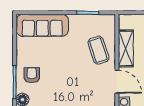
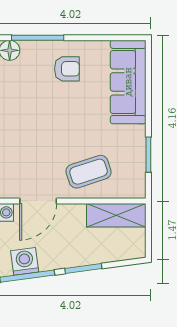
shelving: (126, 48) -> (116, 215), moved
armchair: (32, 75) -> (67, 69), moved

